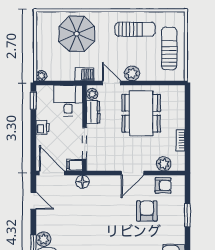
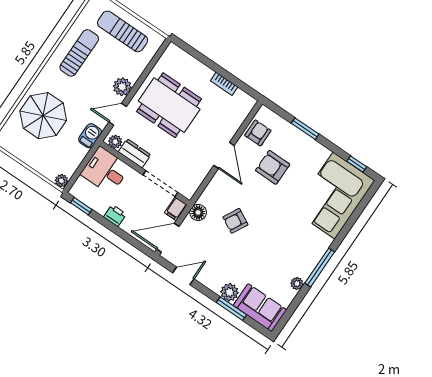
plant: (164, 164) -> (236, 117), removed
armchair: (94, 210) -> (235, 221), added

